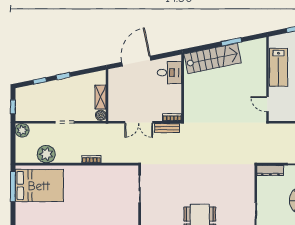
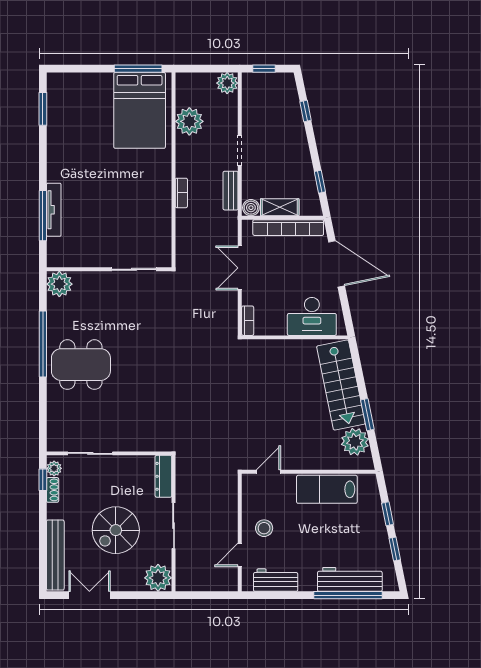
plant: (248, 50) -> (355, 442), added
desk: (169, 73) -> (312, 316), width x1.37
window: (63, 76) -> (320, 182), moved
bookcase: (113, 92) -> (288, 228), added
bench: (167, 128) -> (231, 191), moved

